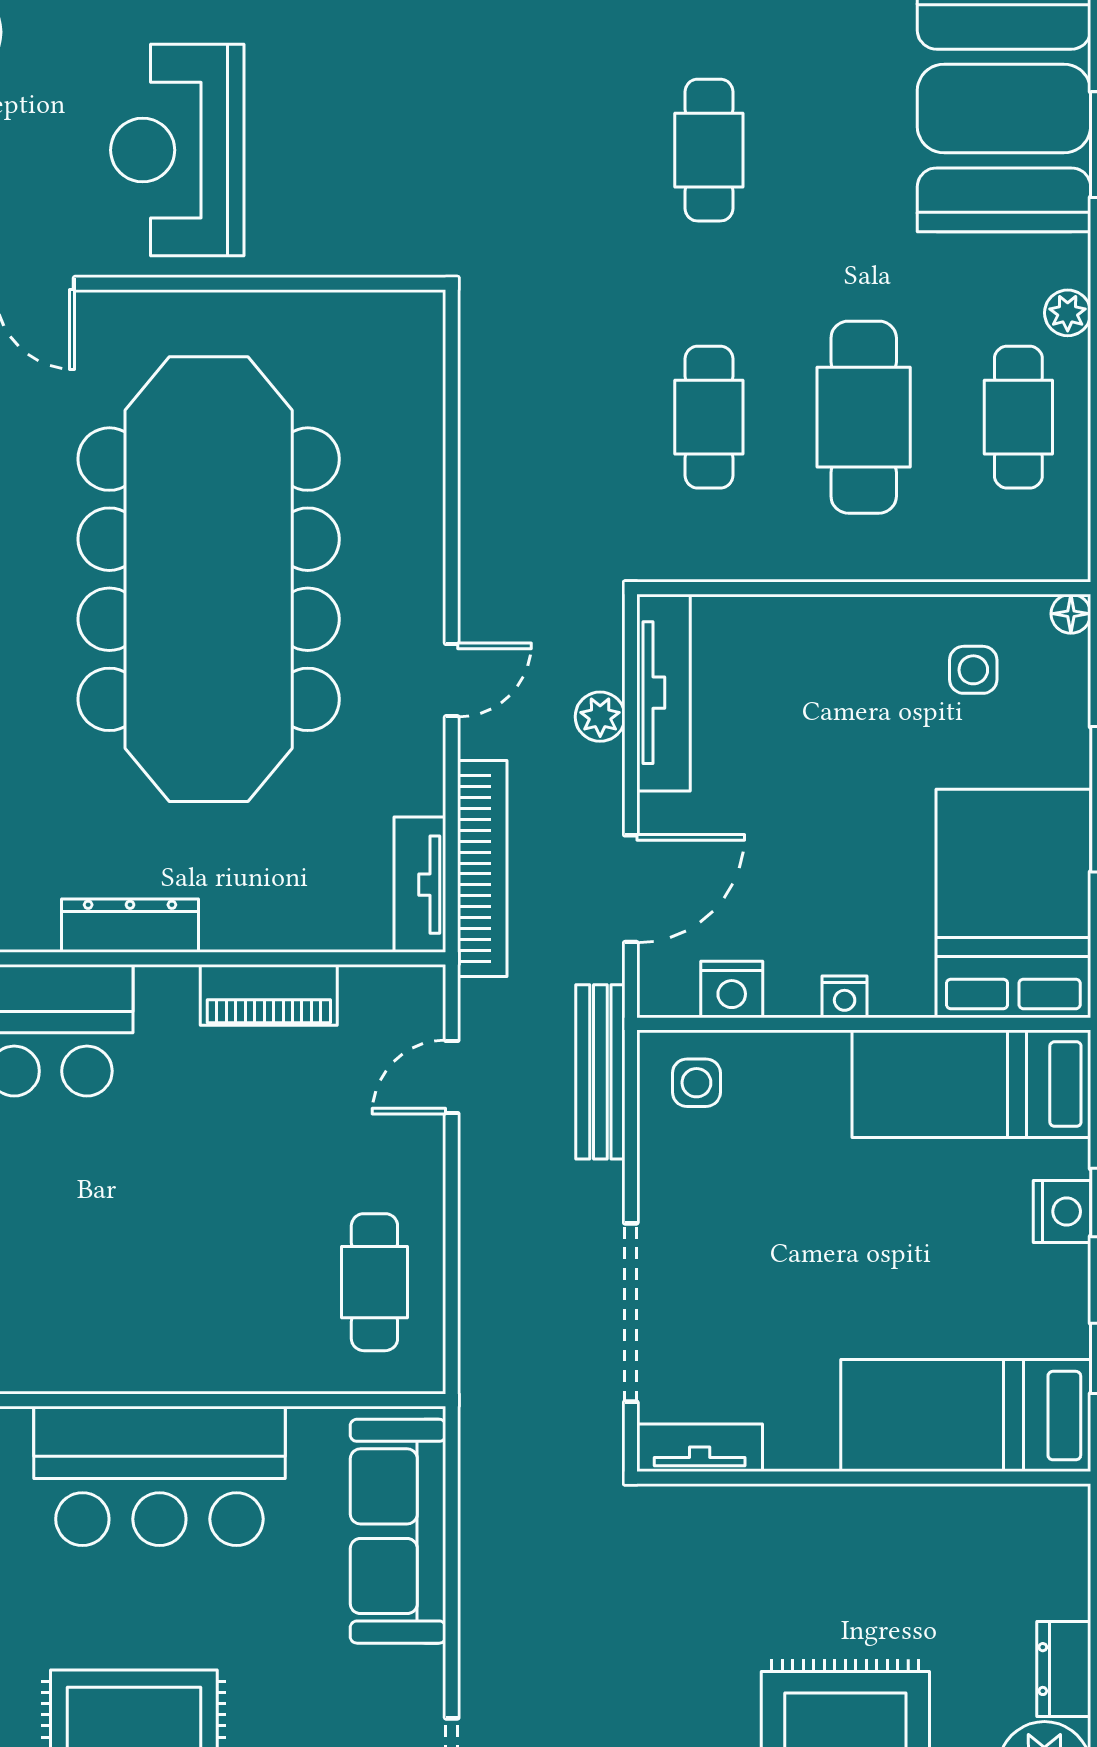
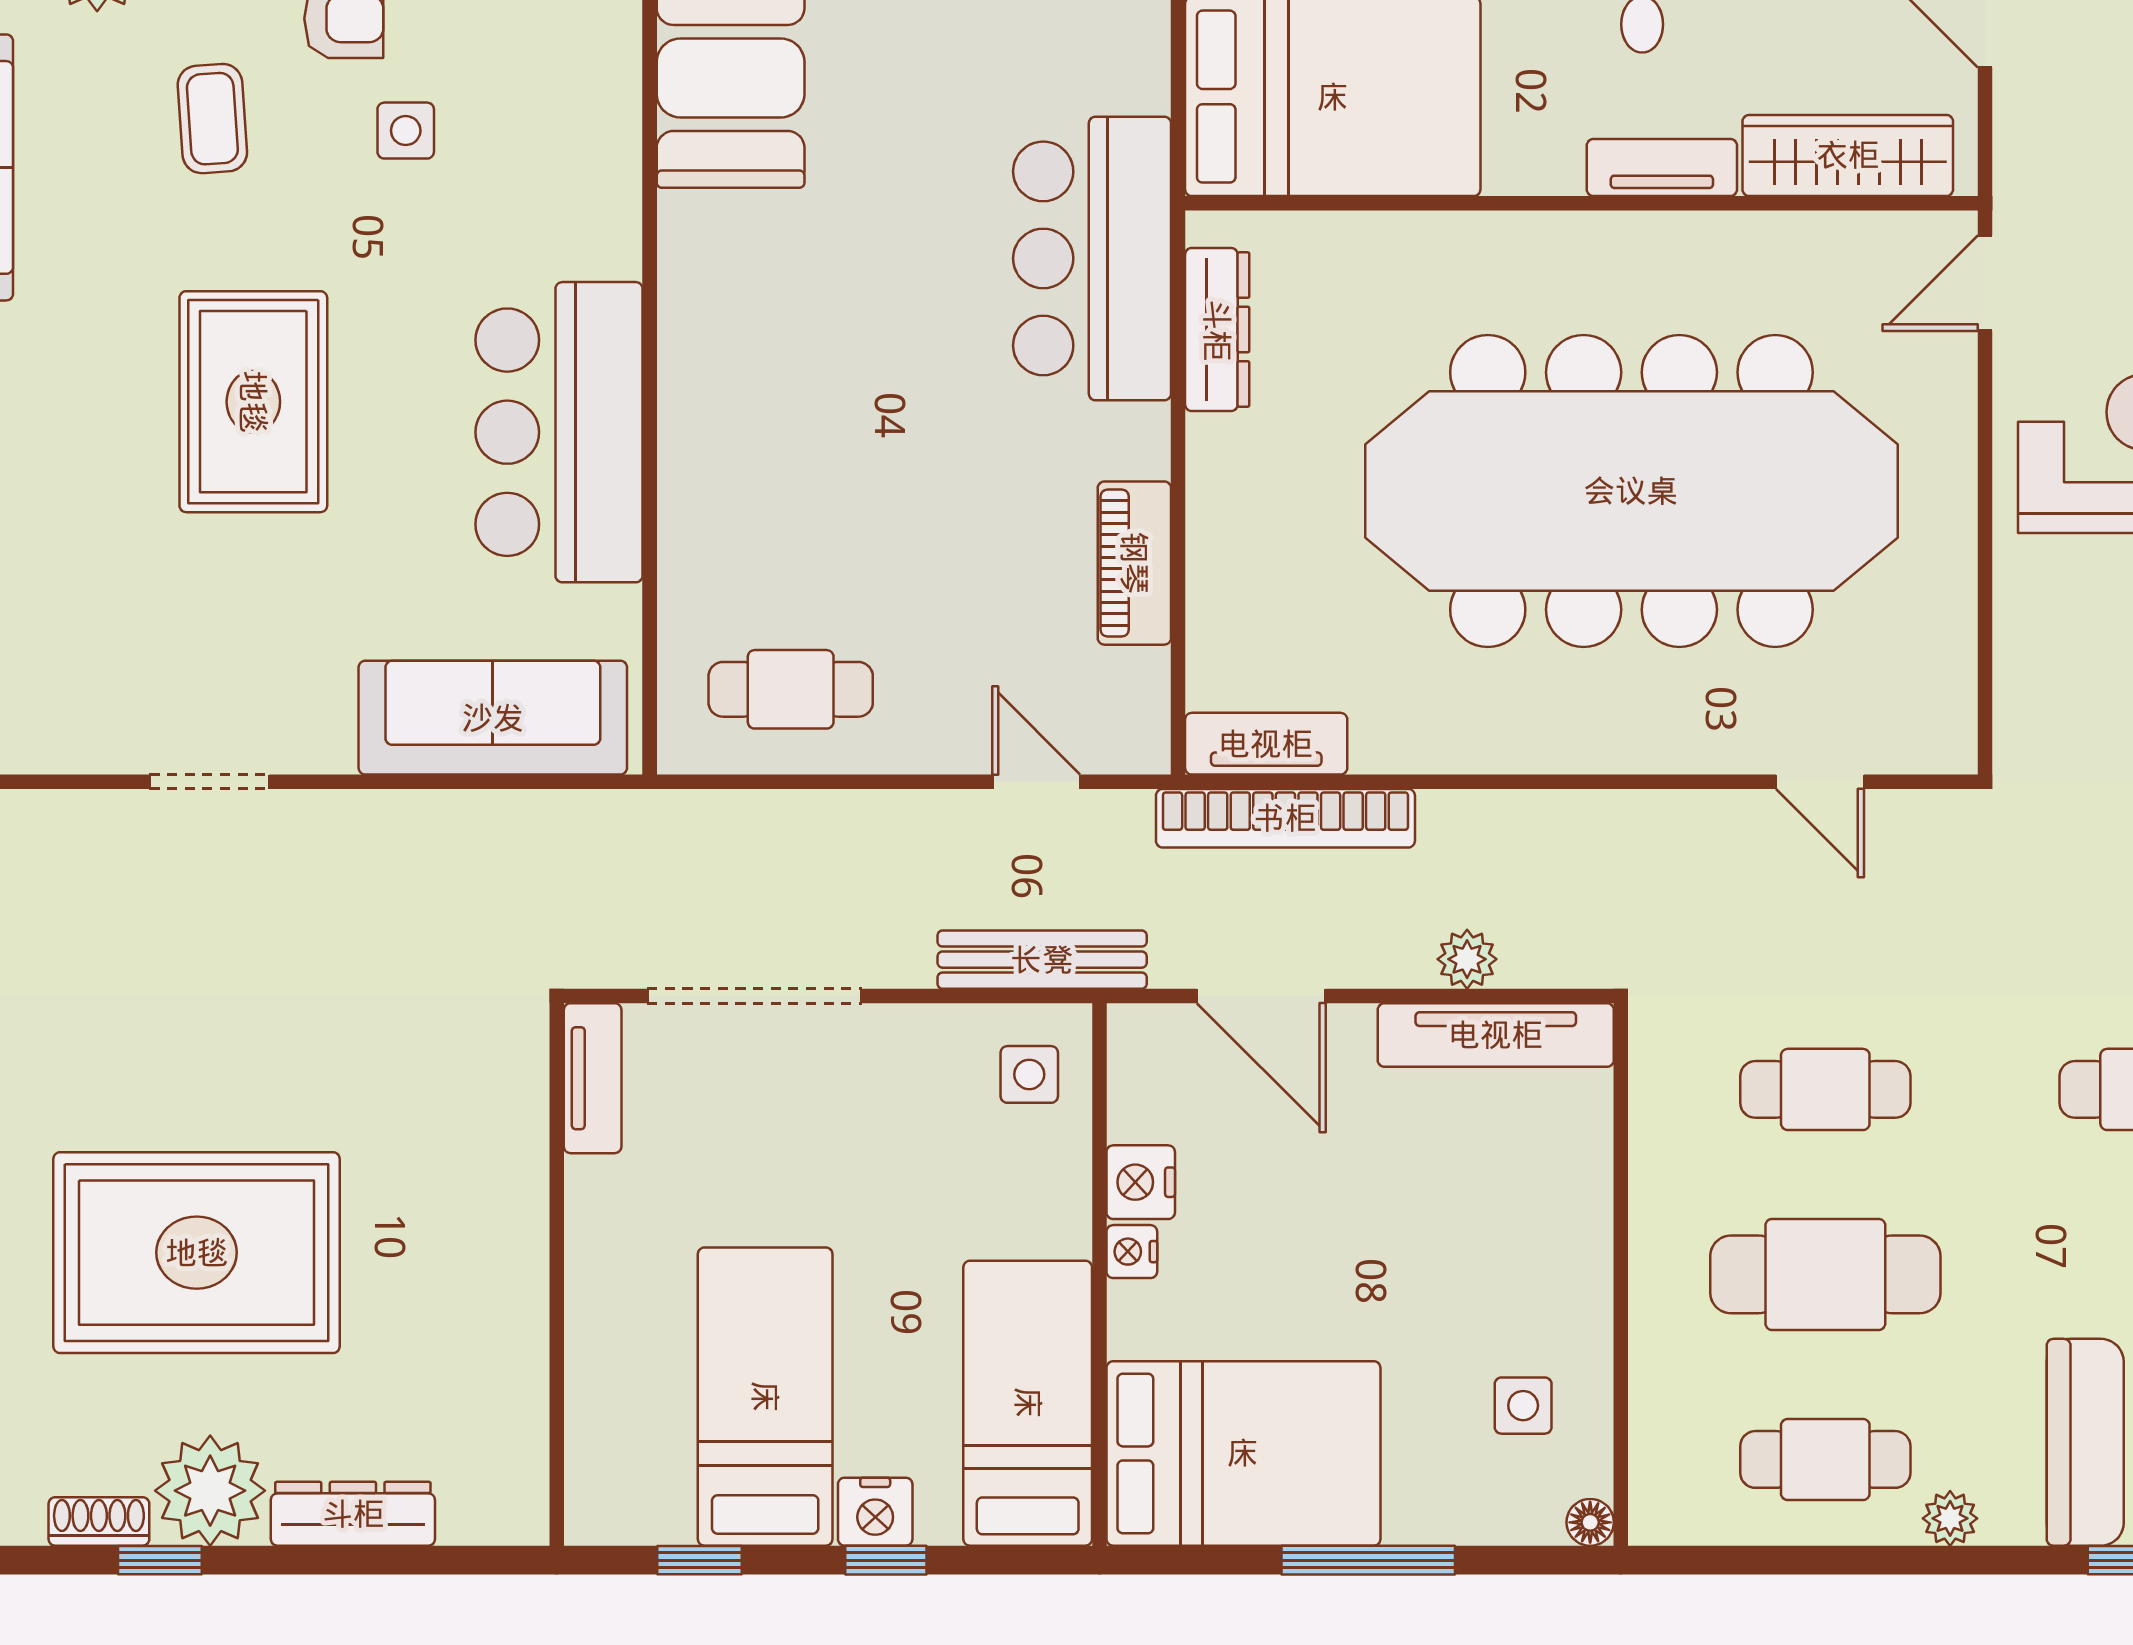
door: (452, 680) -> (1820, 782), moved
dresser: (130, 926) -> (1217, 330), moved
nightstand: (732, 990) -> (1141, 1182), moved
bed: (966, 1416) -> (765, 1397), moved
dresser: (1064, 1669) -> (353, 1514), width x1.44

